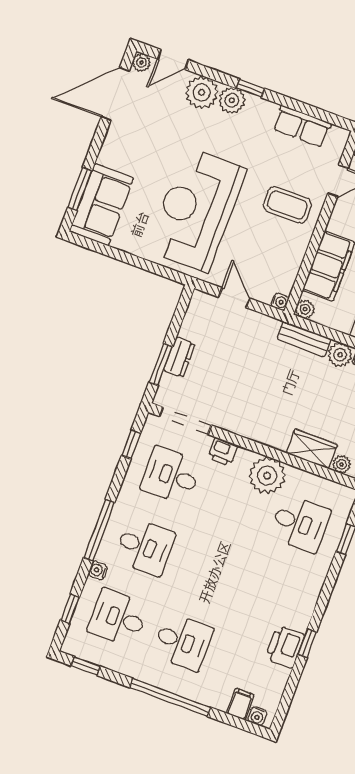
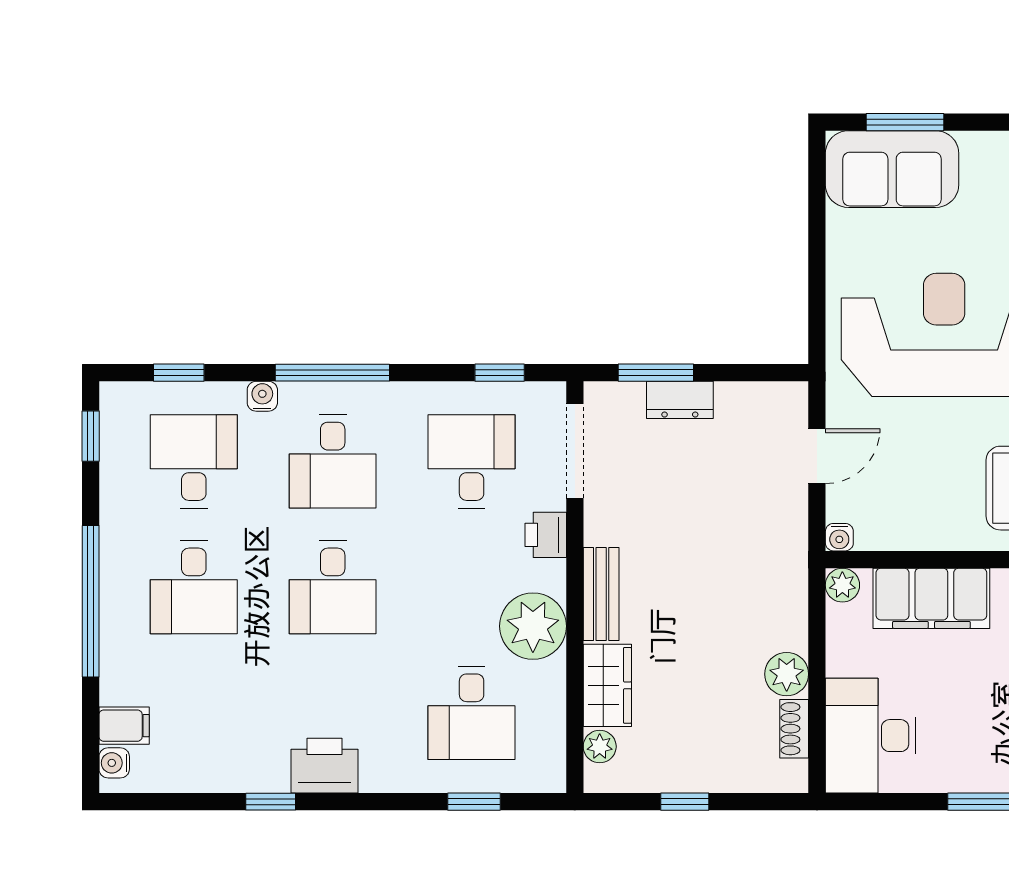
bench: (304, 339) -> (601, 594), moved
desk: (209, 571) -> (333, 587), added
printer: (285, 647) -> (325, 766), moved

